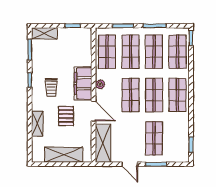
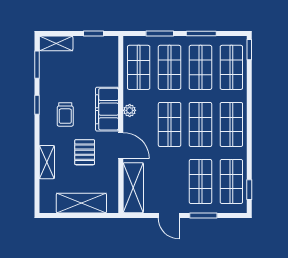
shop shelf: (177, 138) -> (231, 181), added

